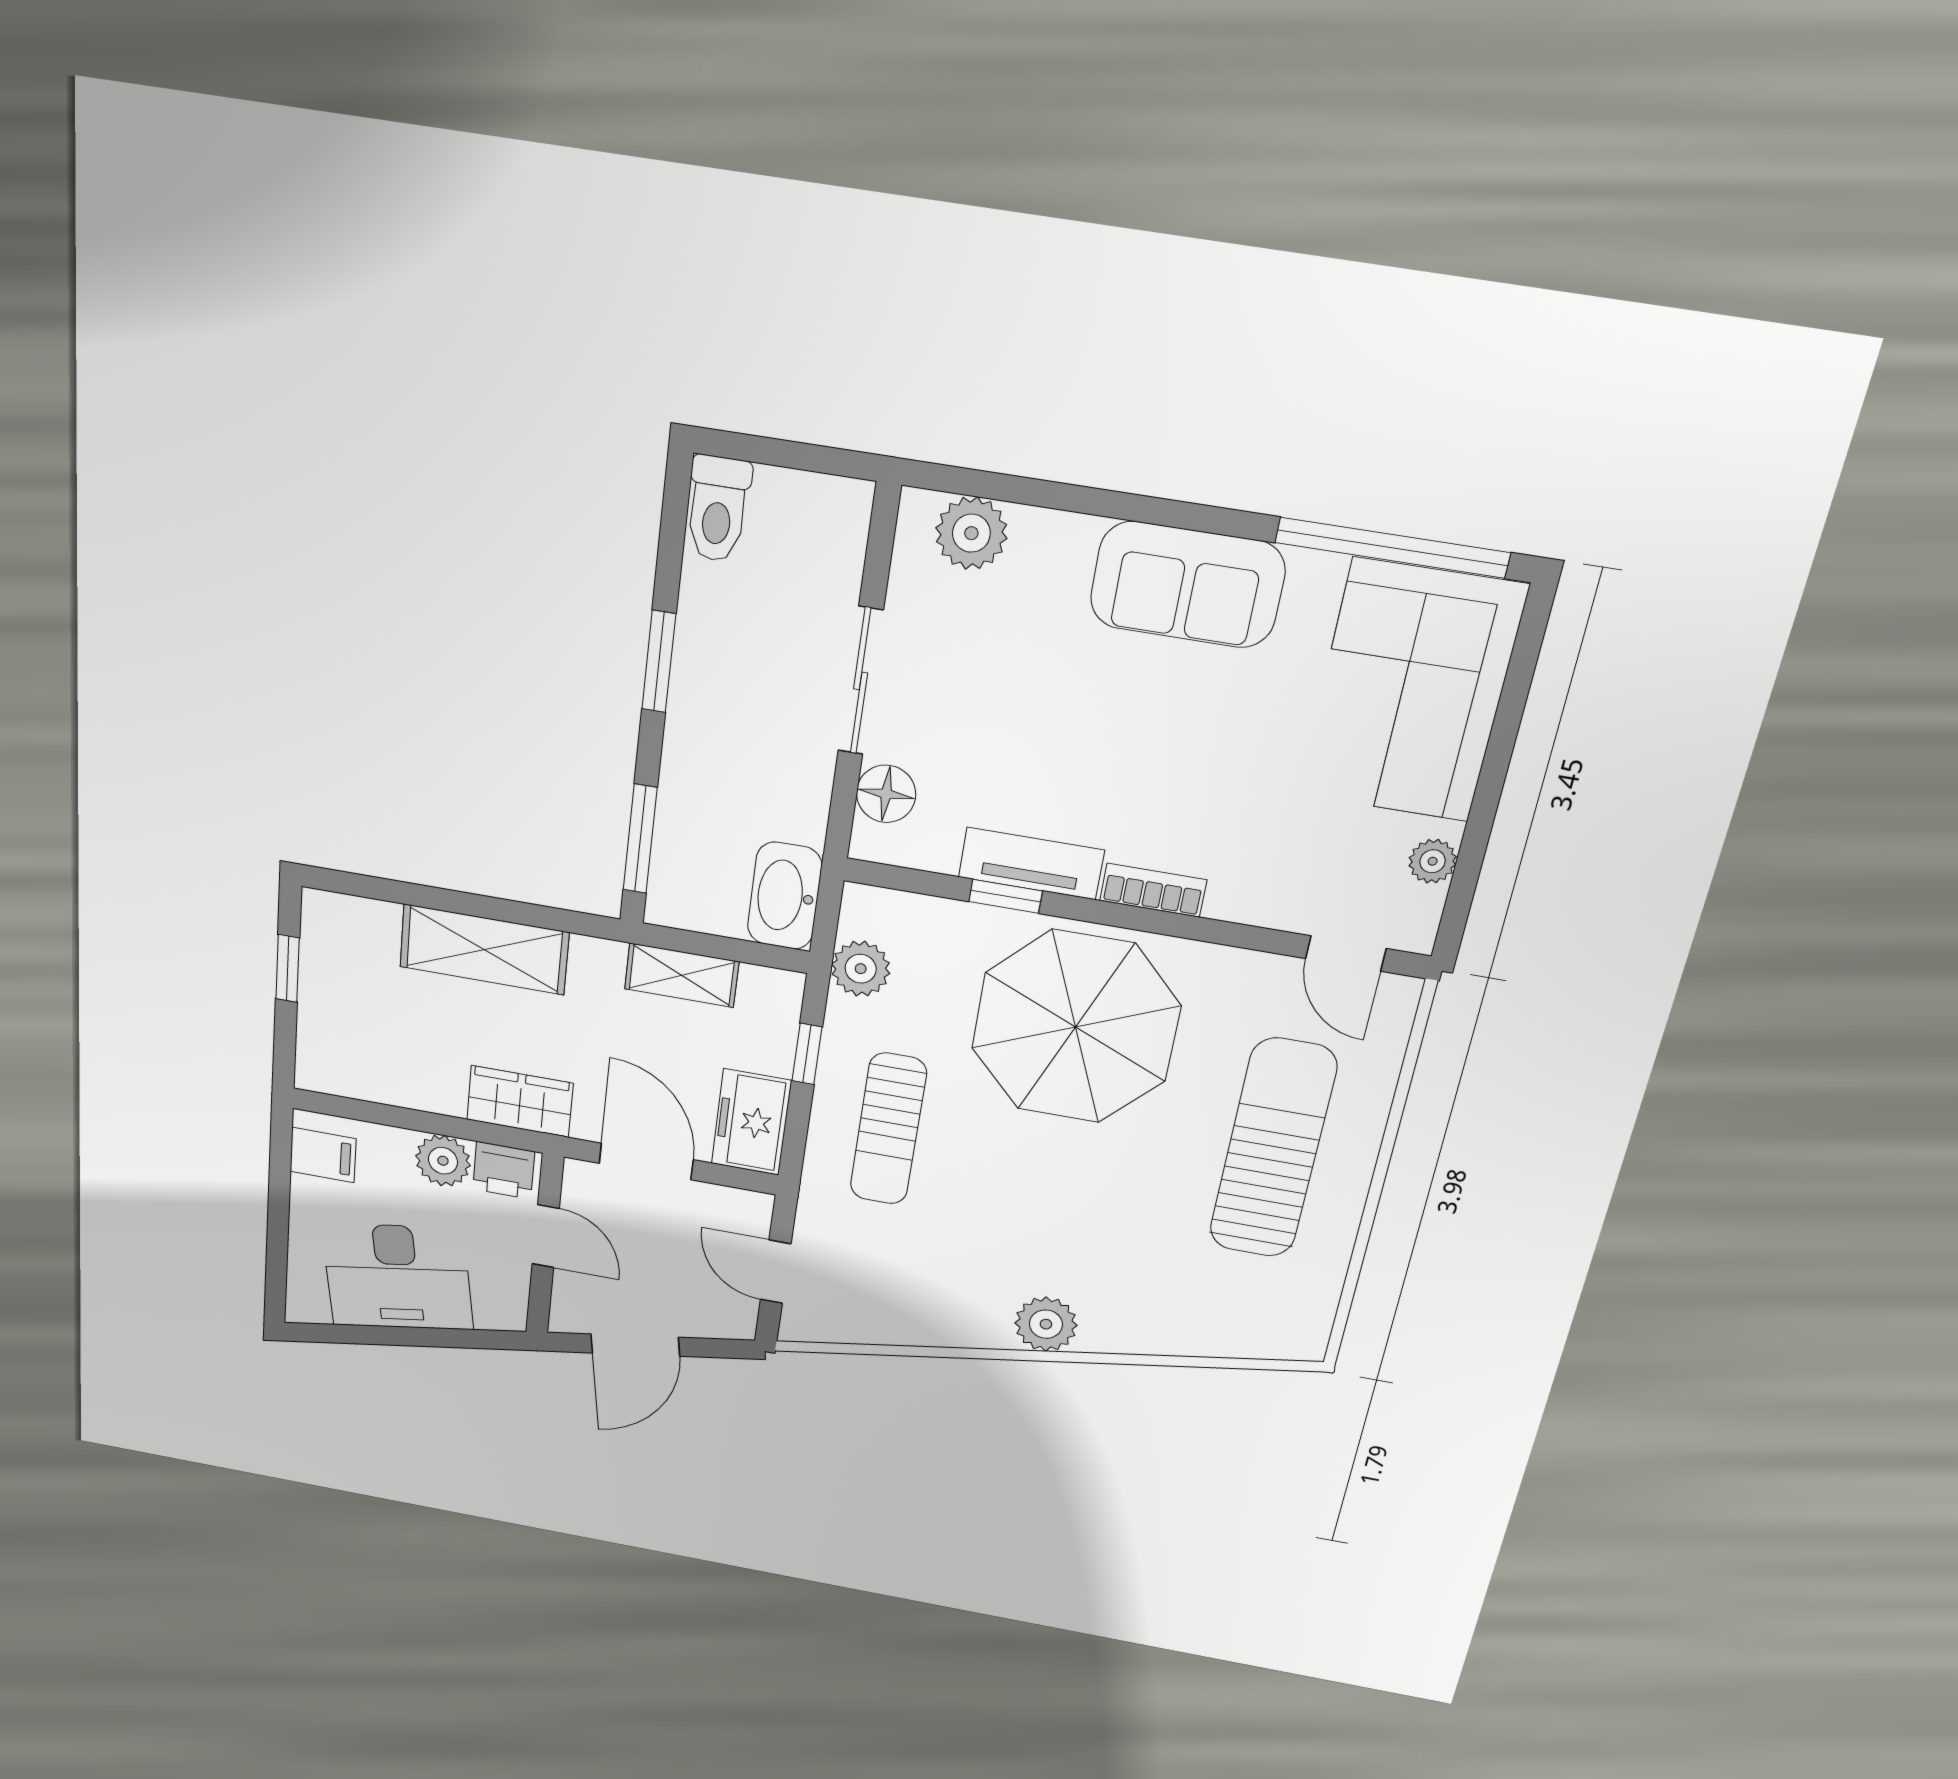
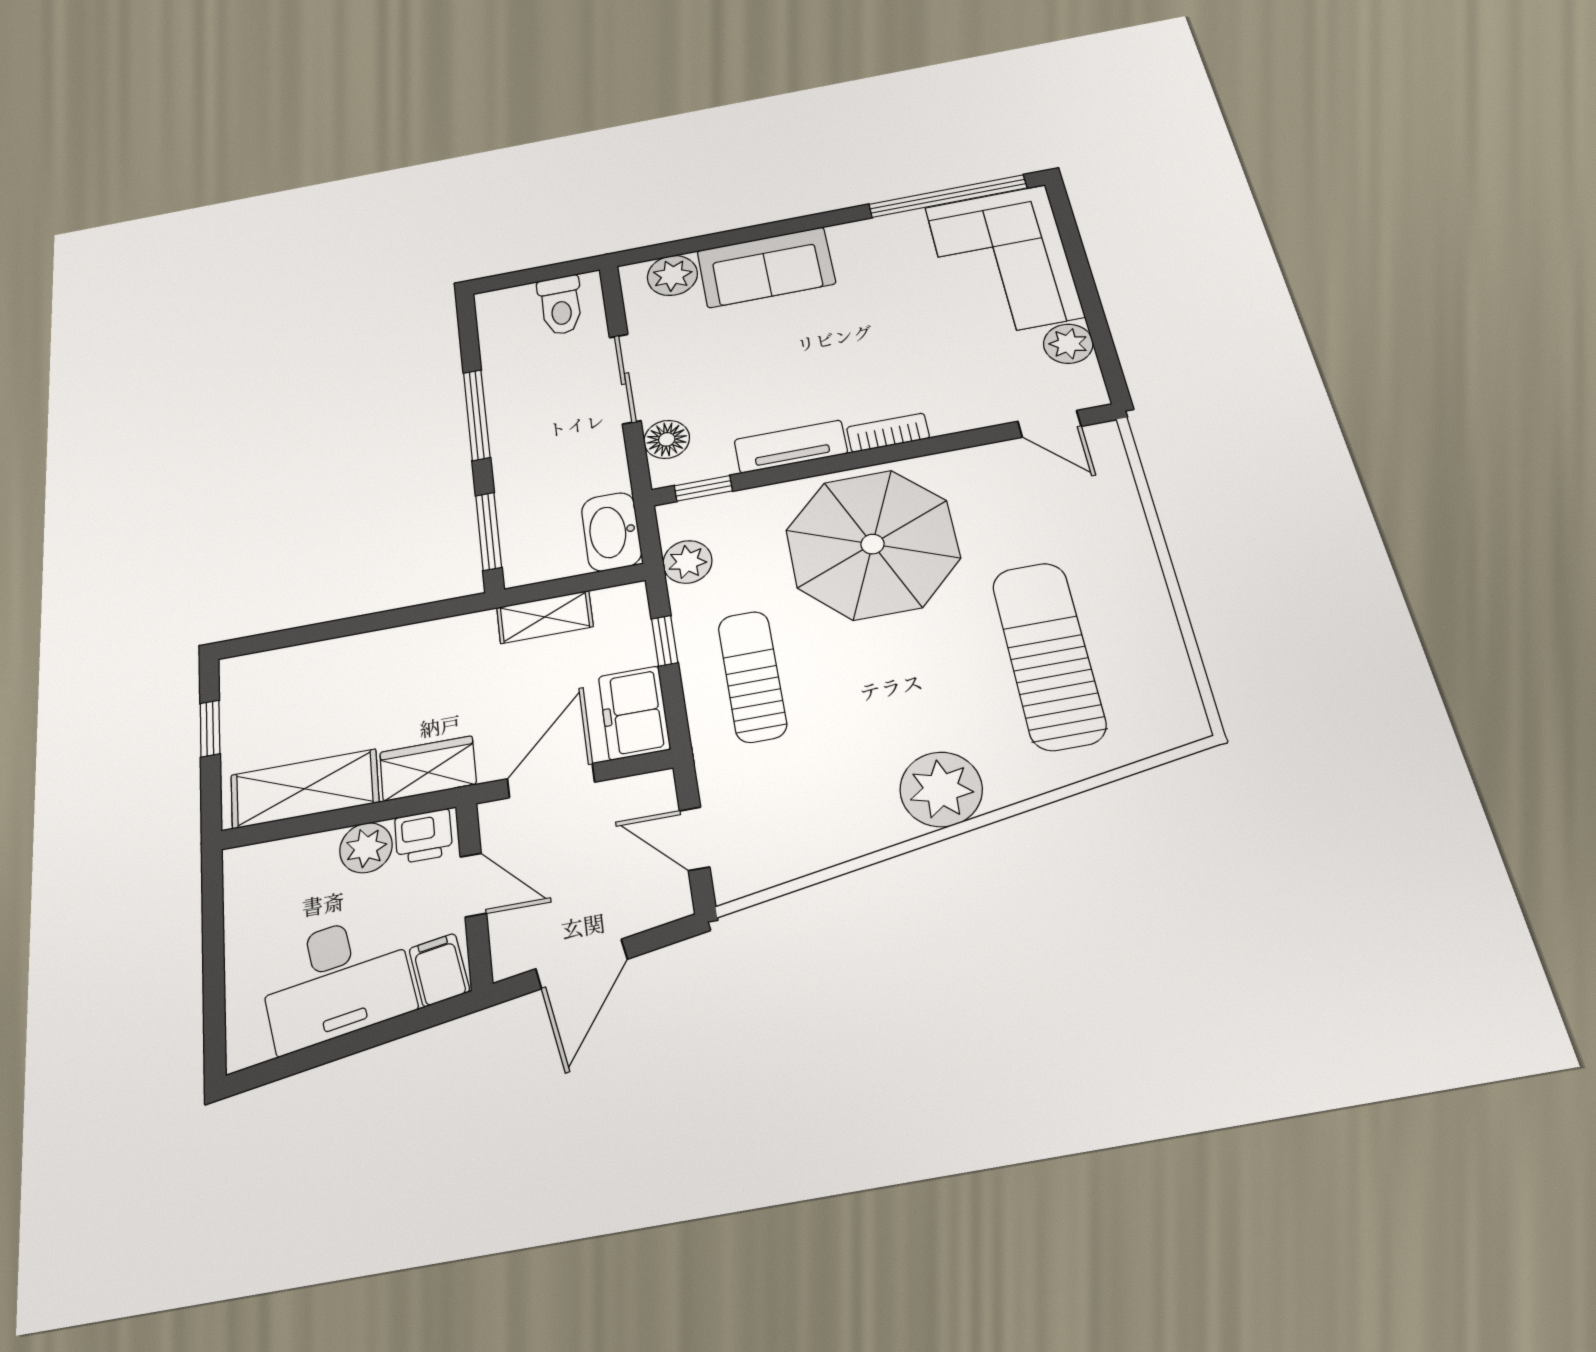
toilet: (718, 509) -> (561, 305), moved
sofa: (1187, 585) -> (766, 267), moved
window: (659, 662) -> (477, 415), width x1.44
plant: (1433, 861) -> (1068, 344), width x1.38, depth x1.38
window: (1006, 896) -> (703, 488), moved
shelving: (484, 950) -> (305, 789), moved
sun lounger: (888, 1129) -> (752, 676), turned 180
sun lounger: (1273, 1149) -> (1048, 655), moved
filing cabinet: (323, 1155) -> (439, 970), moved, turned -99
door: (646, 1162) -> (551, 780), hinge flipped
plant: (1046, 1324) -> (941, 789), width x1.36, depth x1.36

